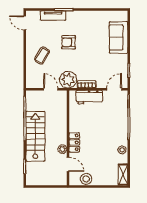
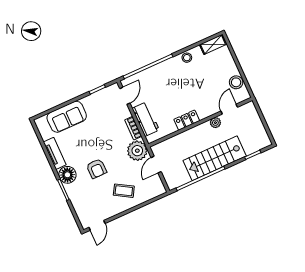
tv unit: (53, 16) -> (55, 153), moved
floor lamp: (74, 18) -> (67, 175), added
door: (114, 89) -> (125, 96), swing flipped
locker: (74, 142) -> (187, 120), moved

